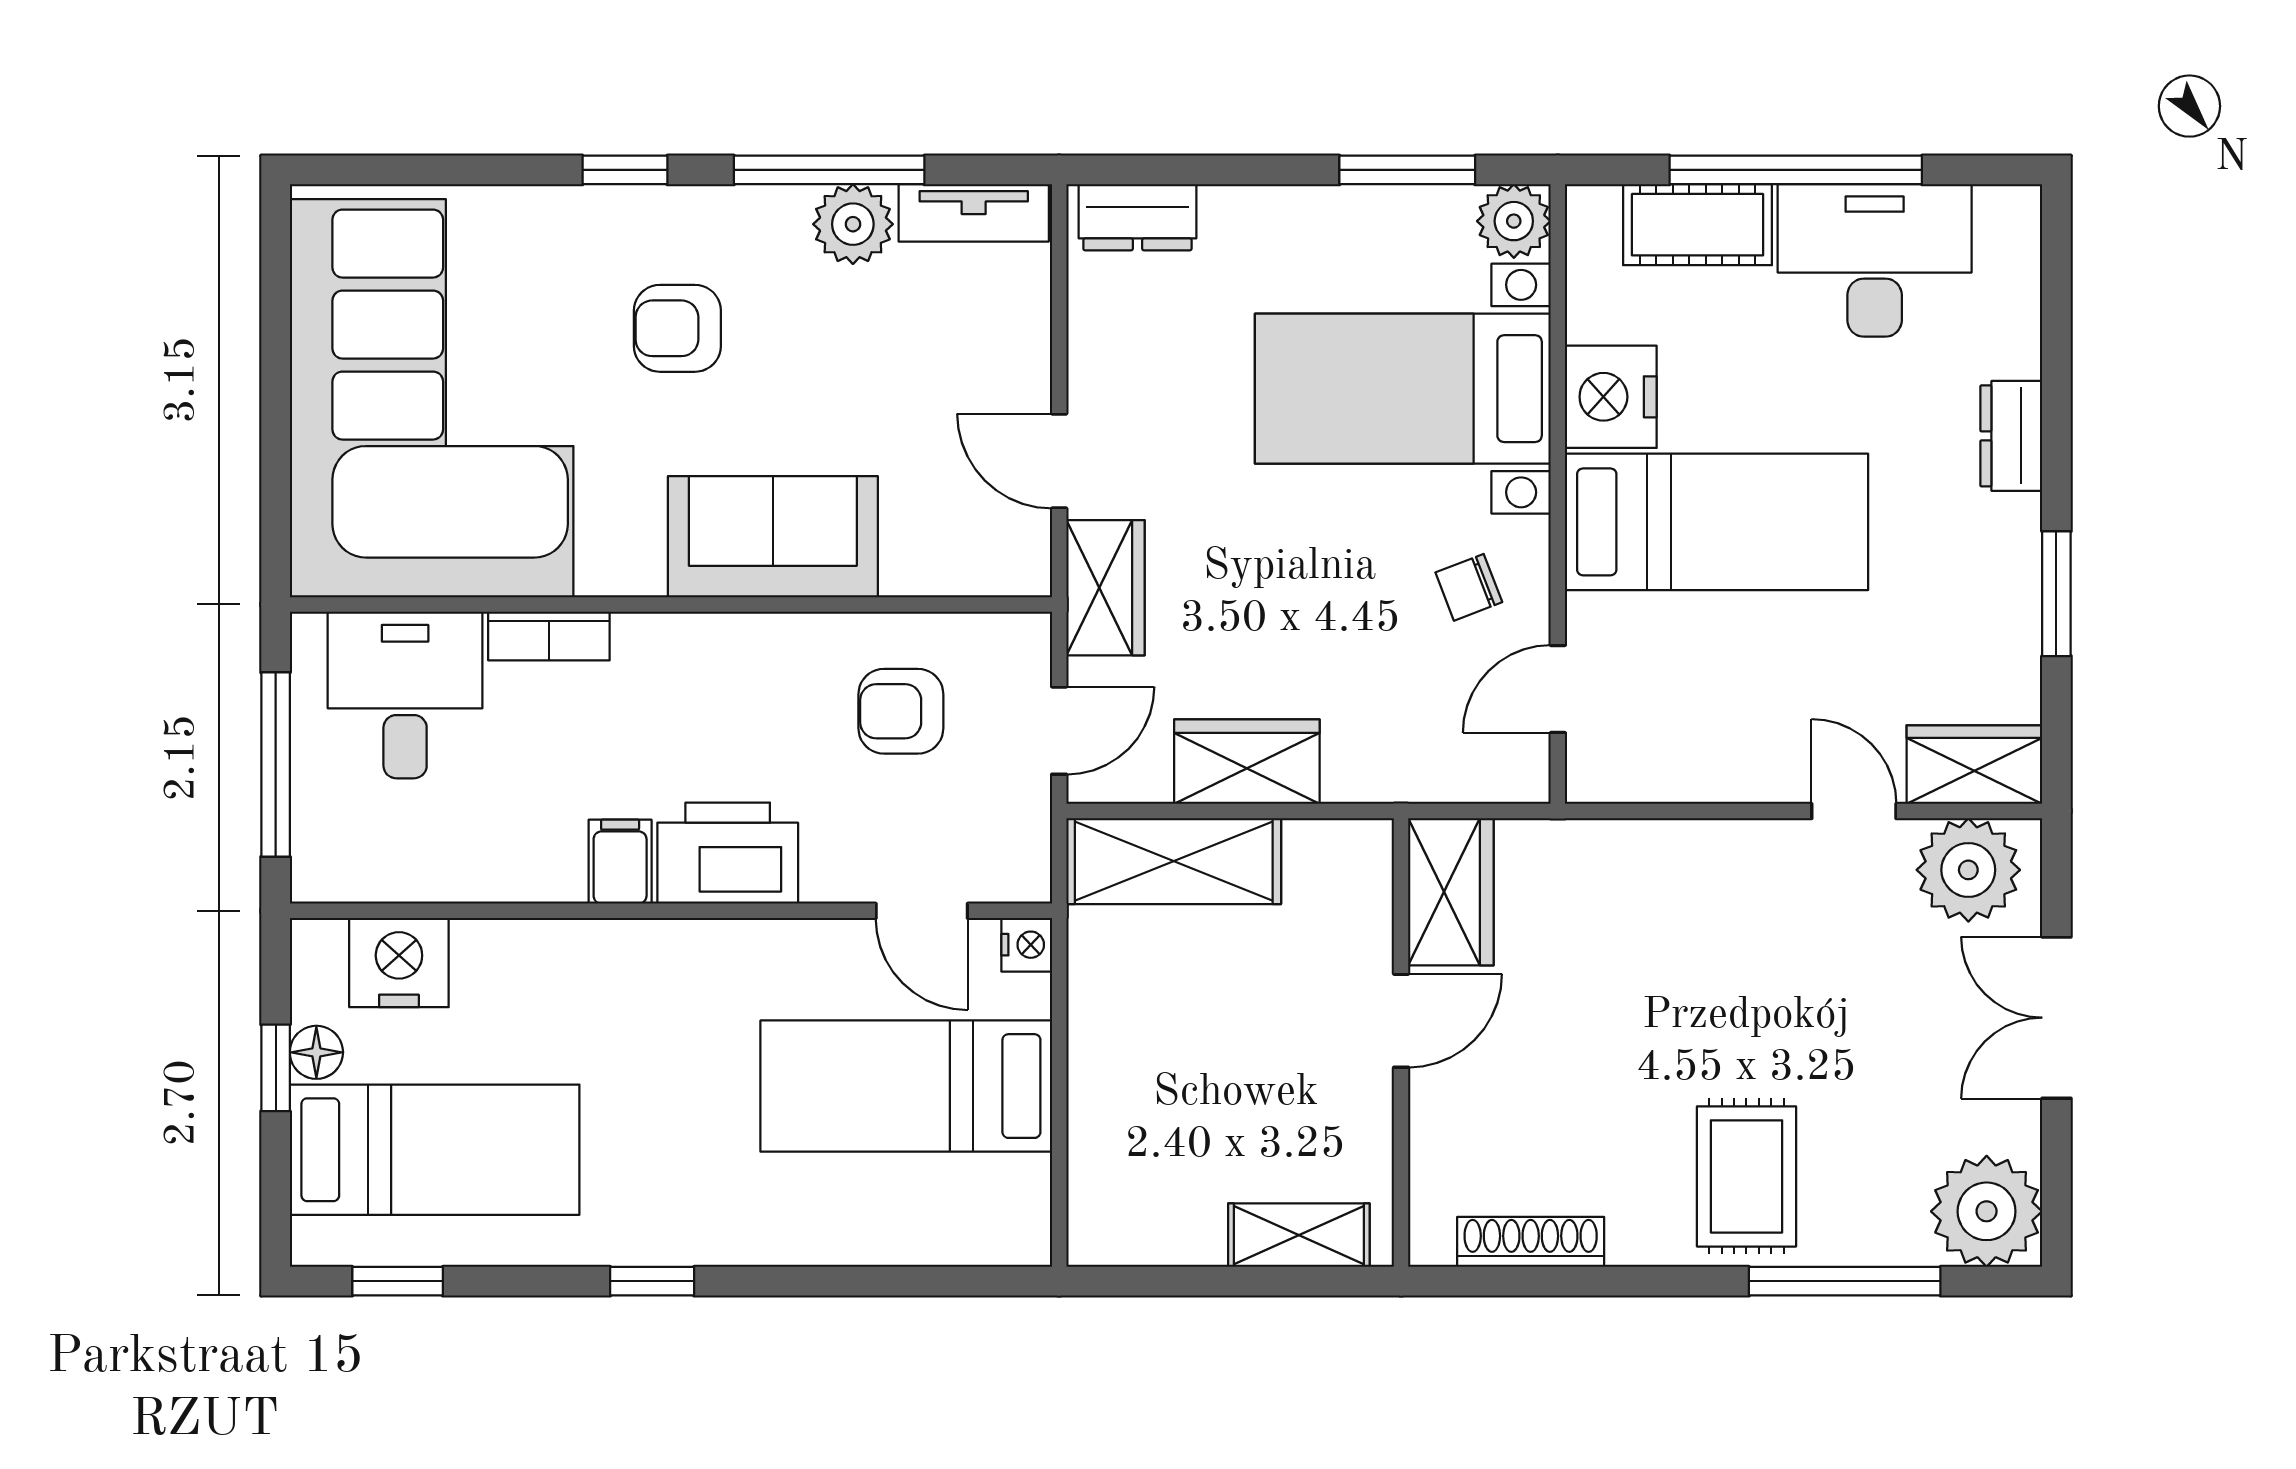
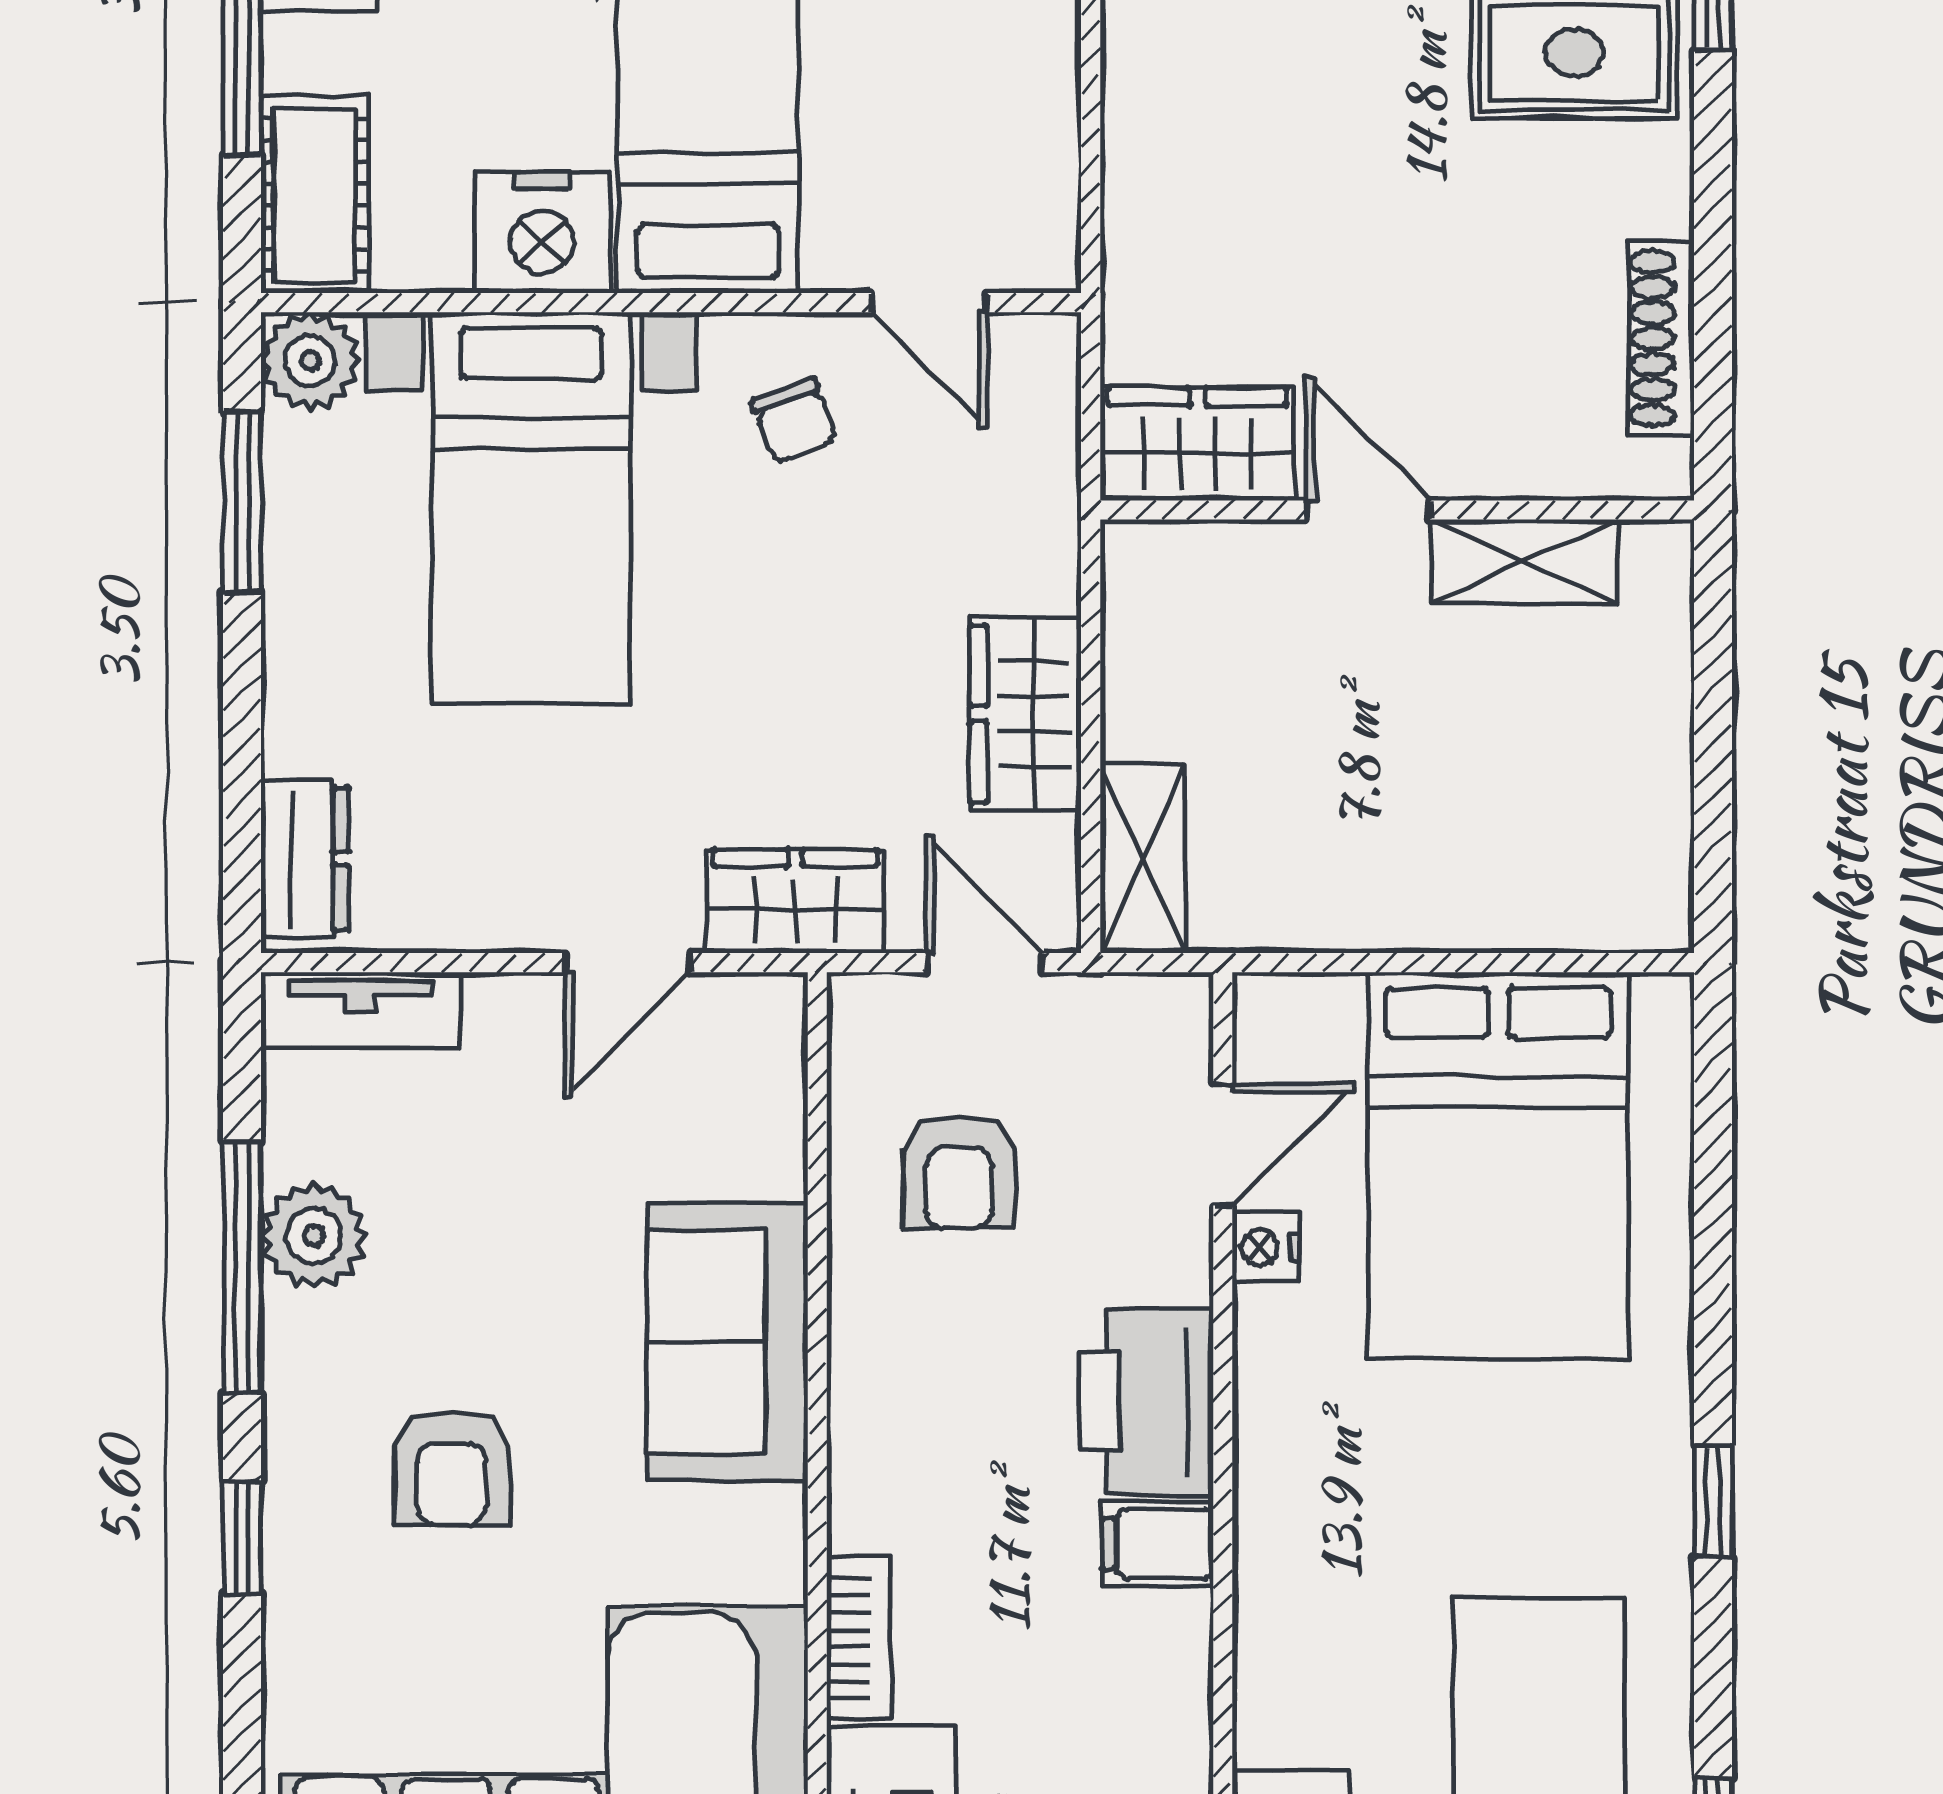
tv unit: (974, 213) -> (360, 1010), moved, turned 90
cot: (1697, 225) -> (315, 195), moved
shelving: (1174, 861) -> (1143, 858), width x0.67, depth x0.75
nightstand: (1027, 945) -> (1266, 1247), moved, turned -90
bed: (906, 1086) -> (1498, 1165), width x1.50
shelving: (1299, 1235) -> (1525, 562), moved, turned 90

